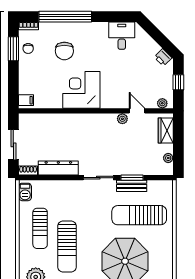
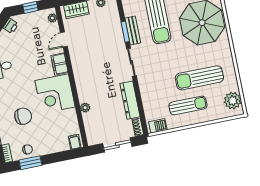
filing cabinet: (112, 101) -> (60, 64), added
plant: (122, 119) -> (85, 108), moved
sun lounger: (67, 246) -> (199, 78), turned 180

